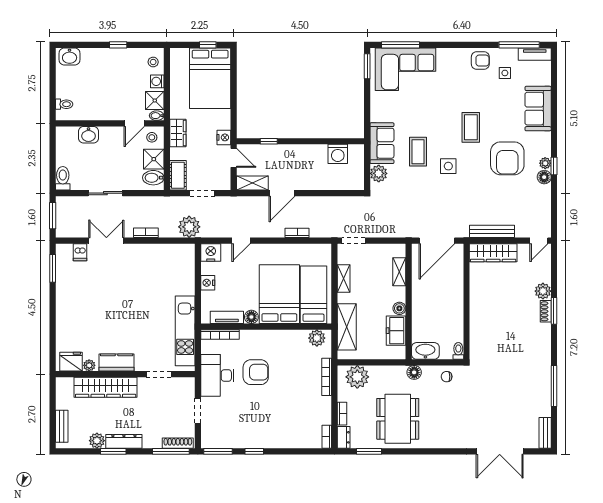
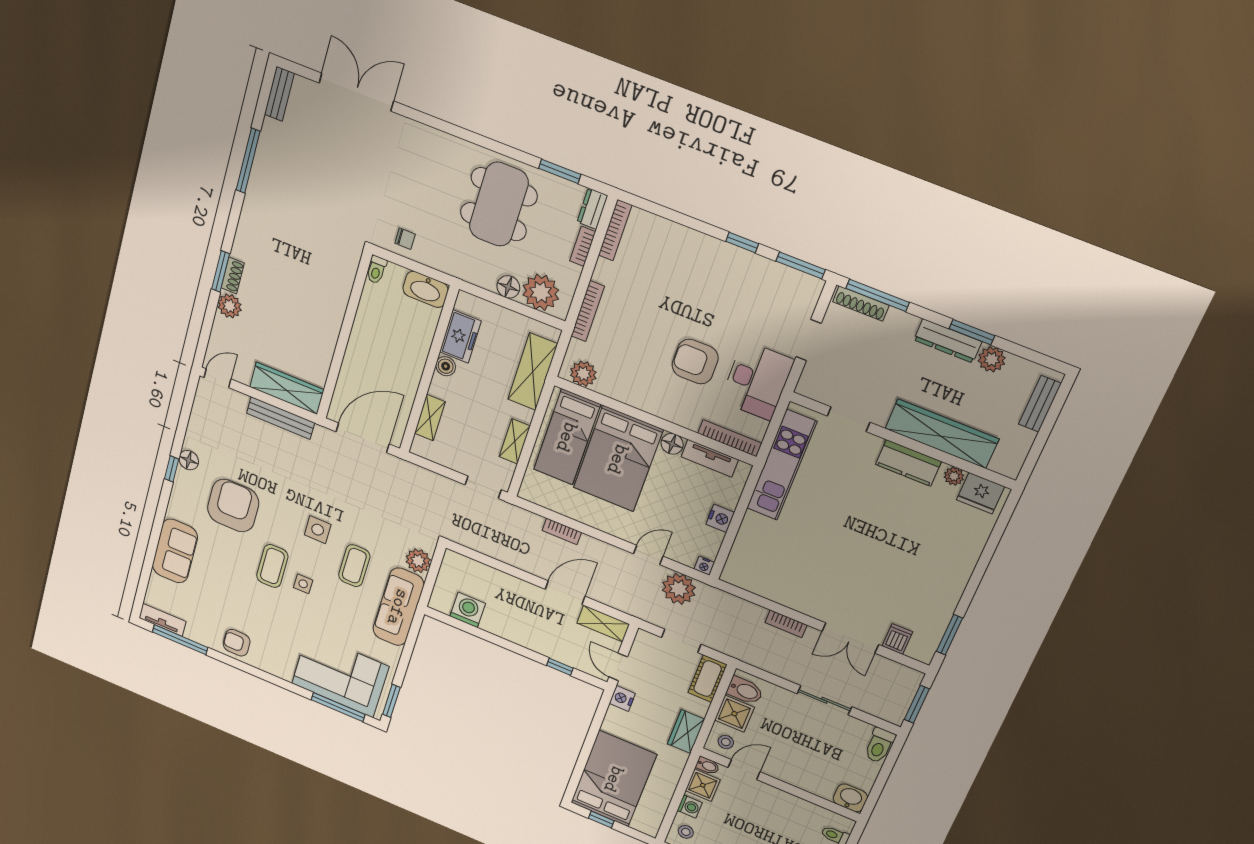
side table: (505, 73) -> (303, 584), moved
washbasin: (89, 135) -> (850, 798), moved
sofa: (382, 143) -> (398, 607), width x1.36
plant: (545, 163) -> (183, 478), removed
plant: (189, 227) -> (679, 589), moved
nightstand: (211, 252) -> (704, 566), width x0.53, depth x0.56
floor lamp: (414, 372) -> (508, 287), moved
bookcase: (327, 437) -> (615, 230), width x1.56

